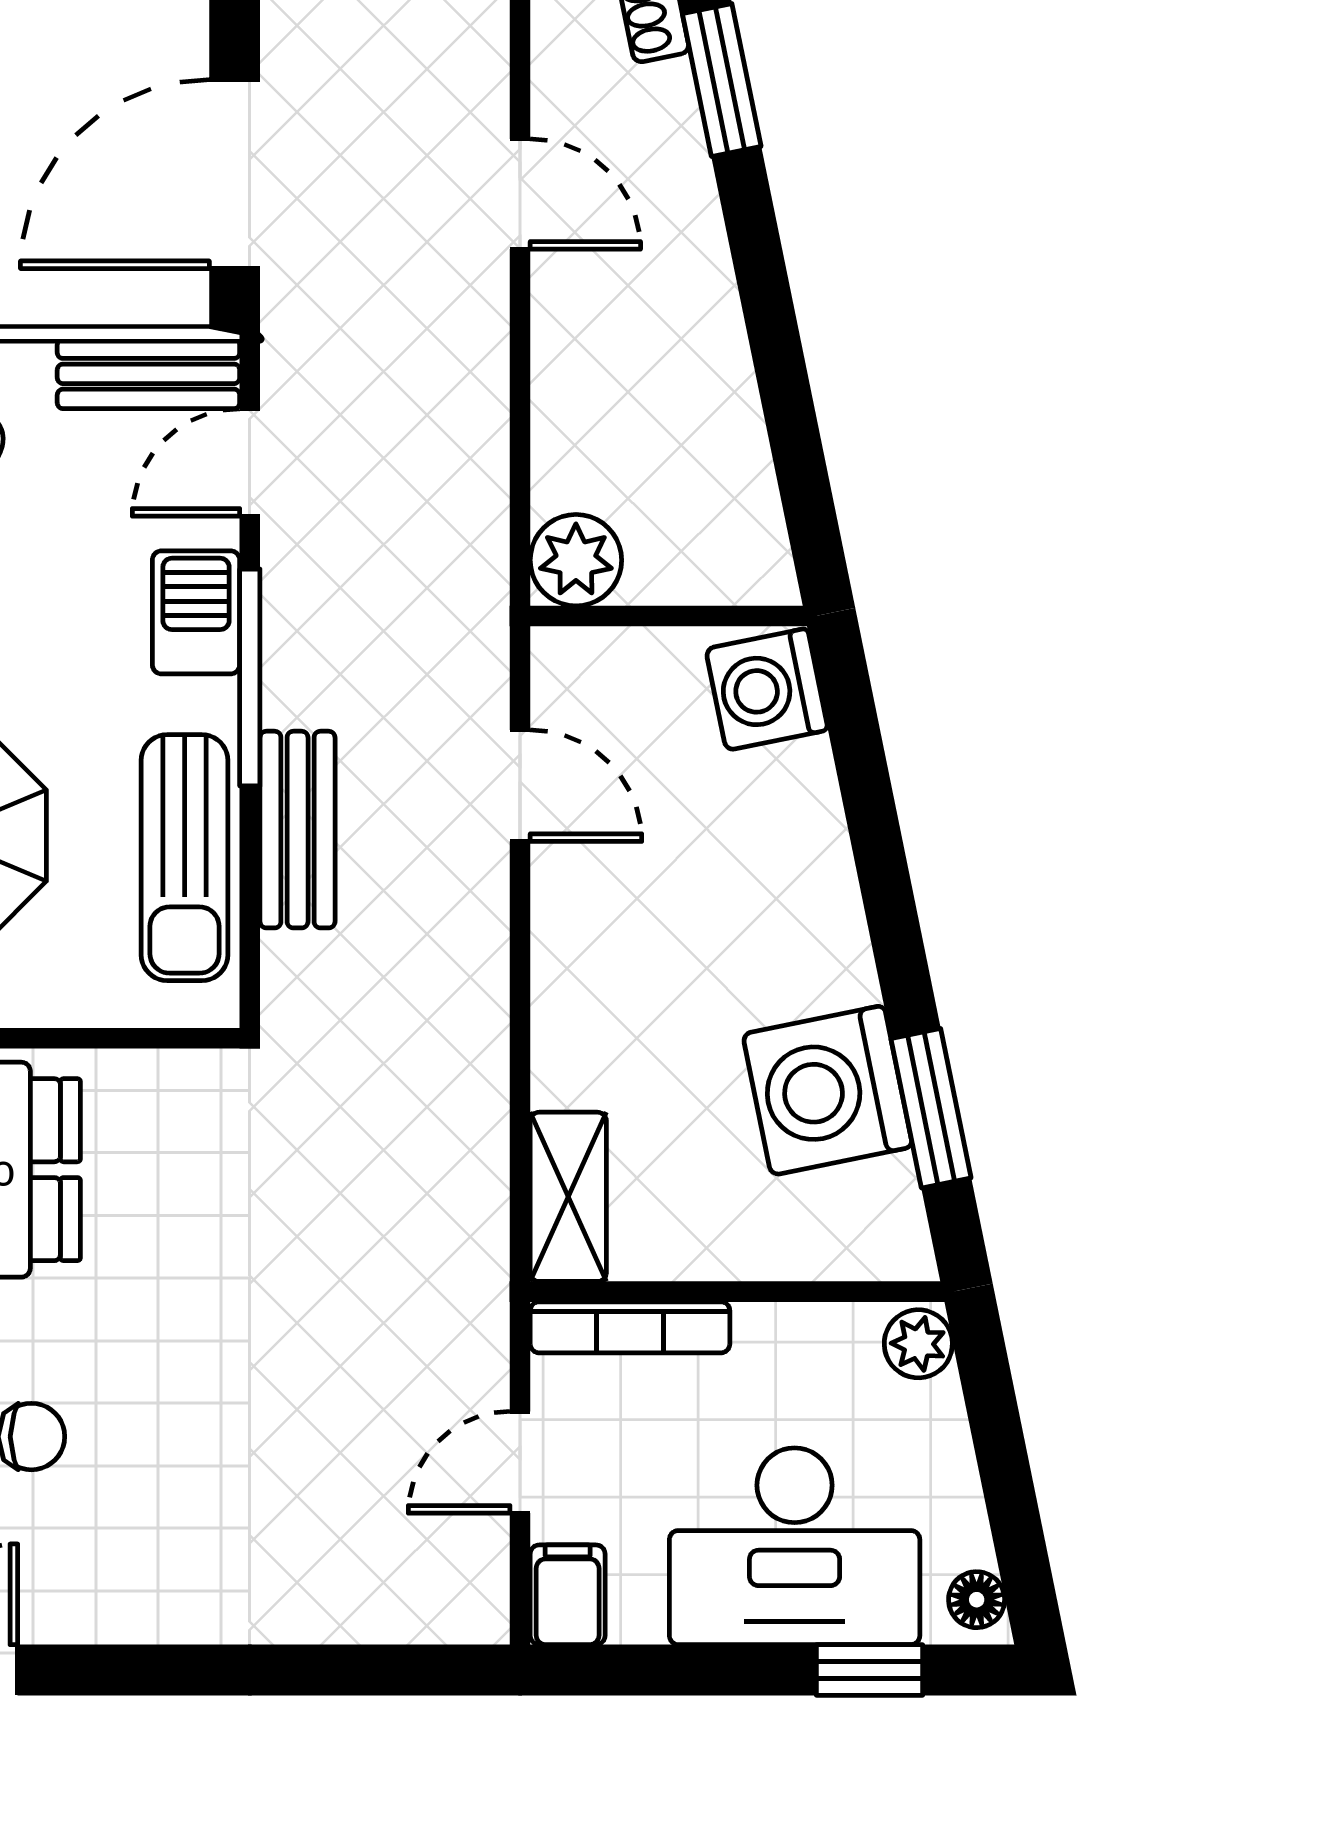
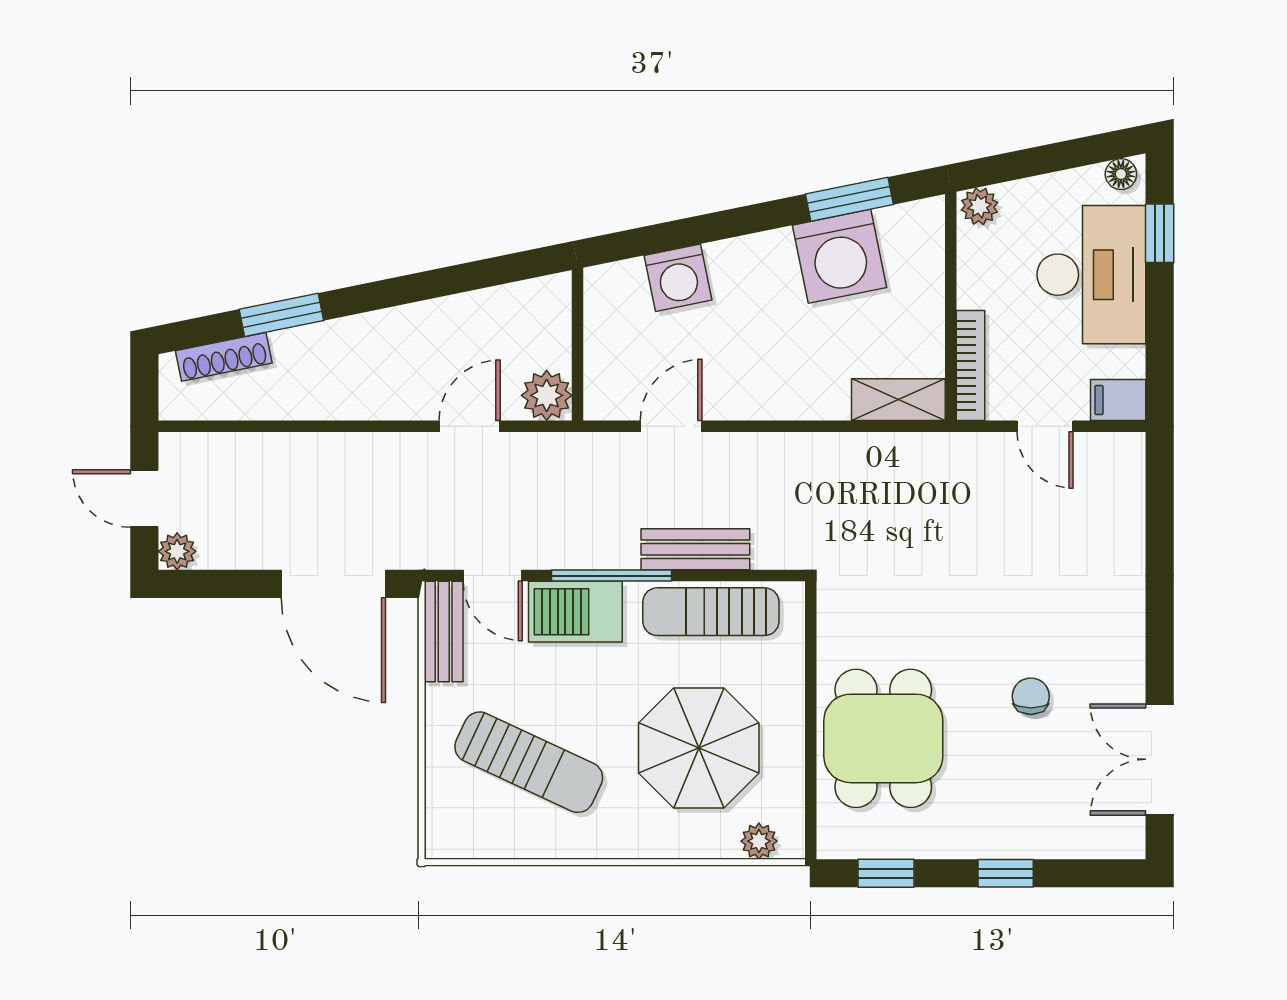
door: (520, 194) -> (470, 426), moved
barbecue: (196, 612) -> (575, 612), width x1.38, depth x1.27
washing machine: (767, 689) -> (678, 278), moved
sun lounger: (185, 858) -> (711, 612), turned 180

